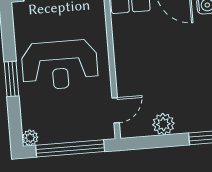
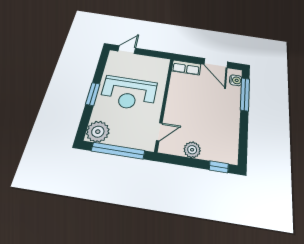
plant: (30, 138) -> (98, 132), width x1.87, depth x1.87

